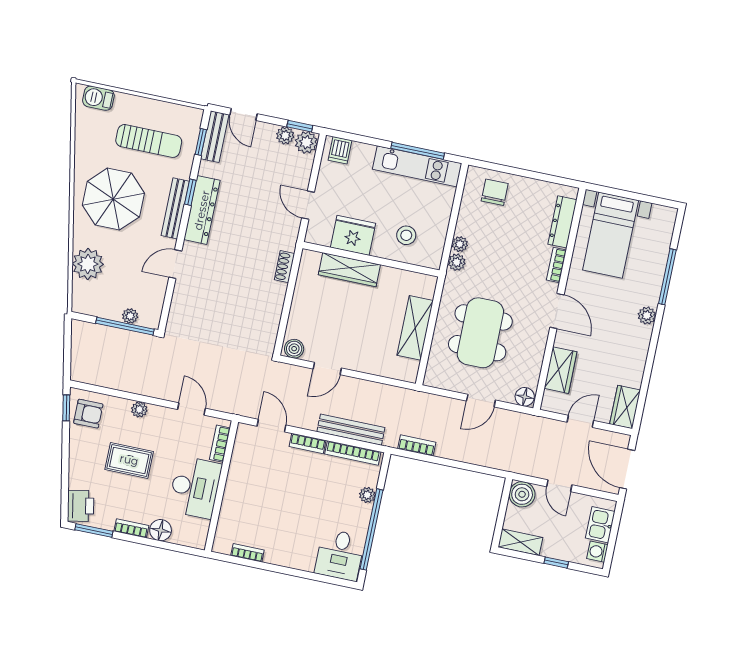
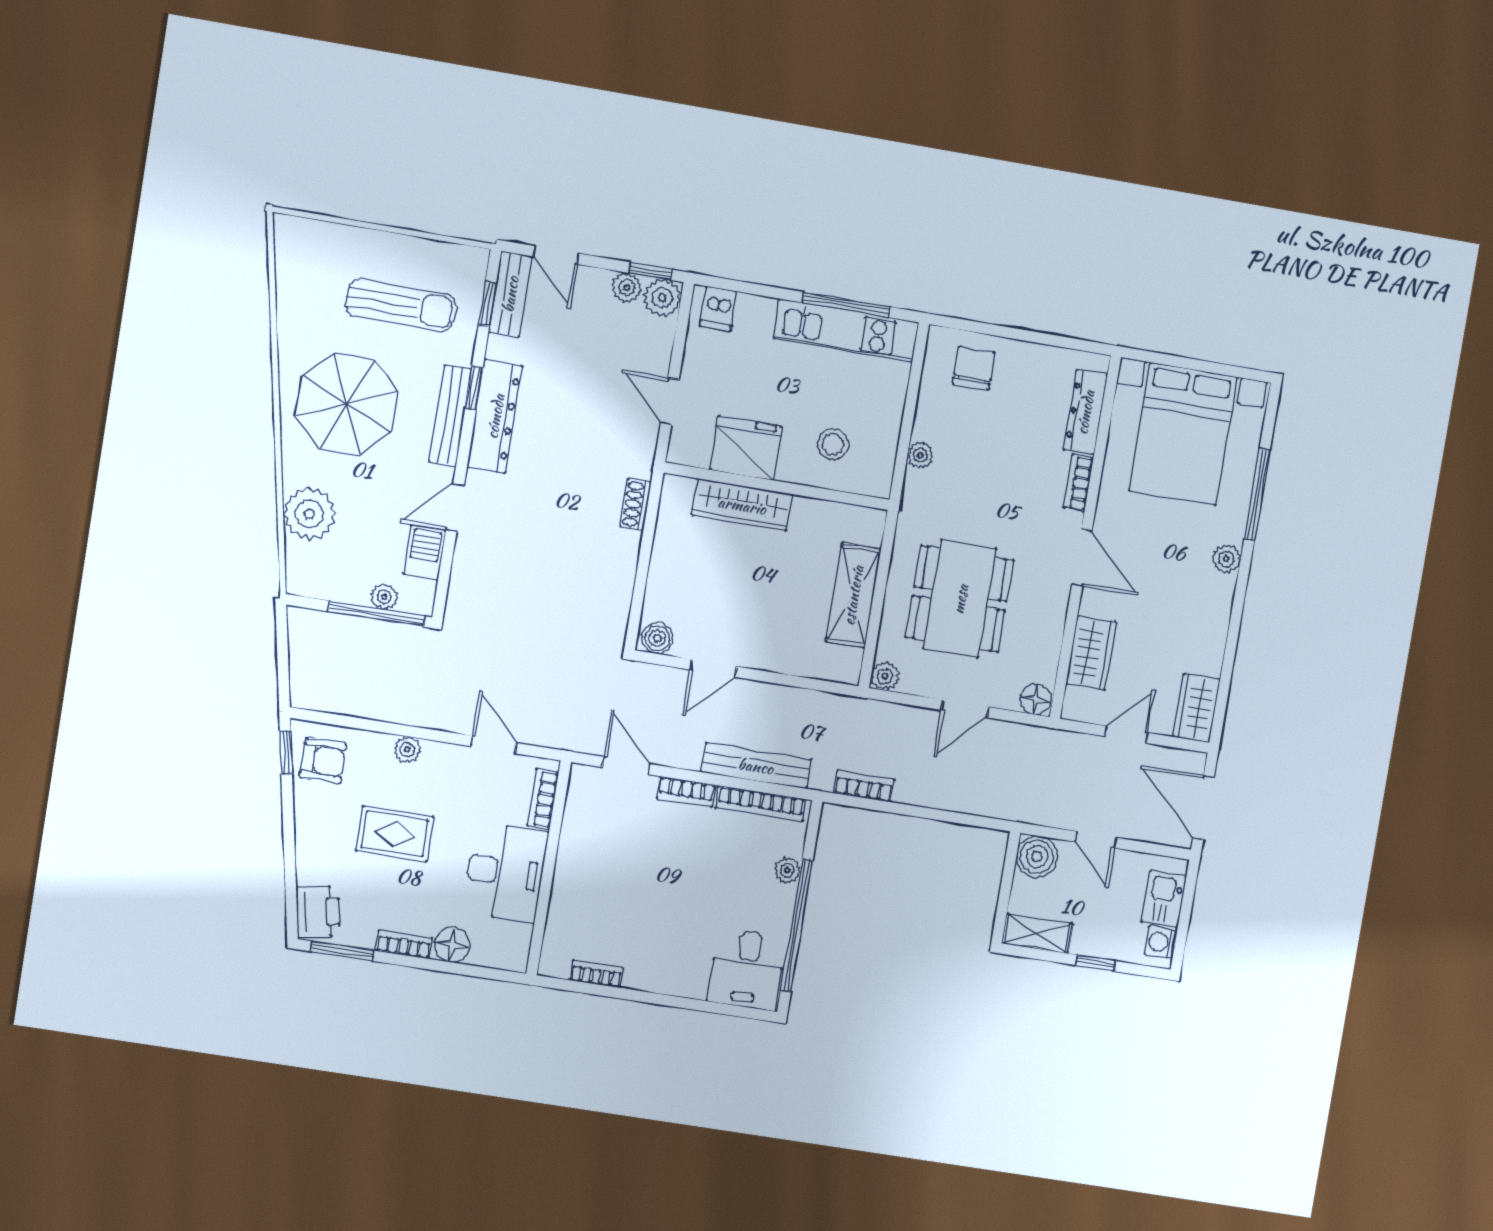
barbecue: (98, 98) -> (425, 552), moved, turned 90
bed with nightstands: (611, 235) -> (1183, 434), width x1.36
plant: (457, 262) -> (885, 676), moved

